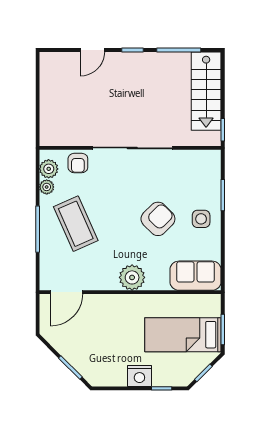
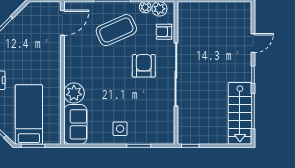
door: (92, 50) -> (253, 43), swing flipped
stairs: (206, 91) -> (240, 113), moved, turned -90
armchair: (158, 219) -> (144, 66), moved, turned -135
plant: (132, 277) -> (74, 93), moved
door: (67, 292) -> (62, 23), swing flipped

